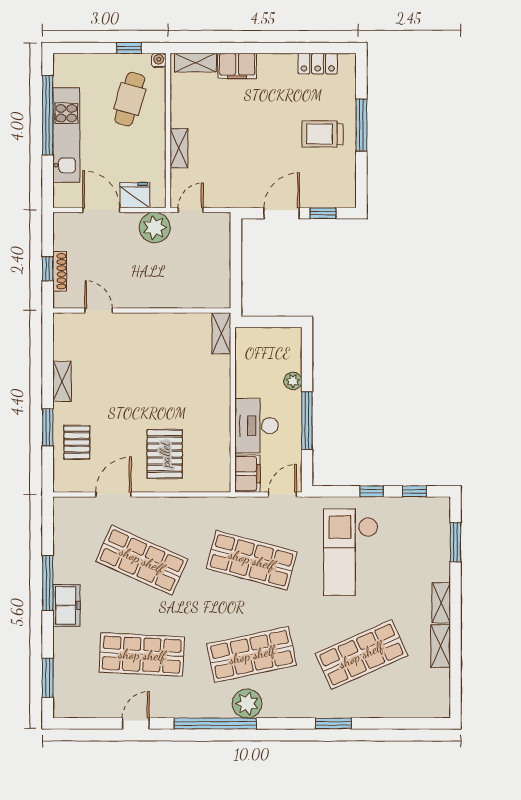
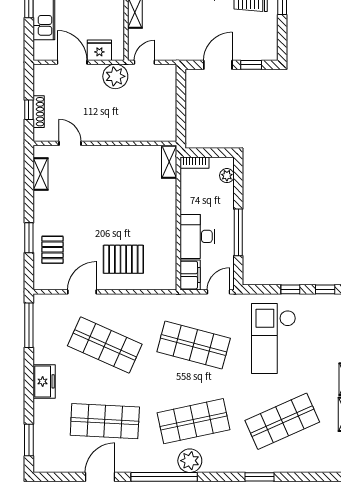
bookcase: (253, 334) -> (194, 163), added
shelving: (62, 381) -> (40, 174), moved
plant: (293, 381) -> (227, 176), moved
pallet: (165, 454) -> (123, 259), turned 90
window: (48, 583) -> (29, 325), moved
door: (136, 723) -> (100, 477), width x1.38

